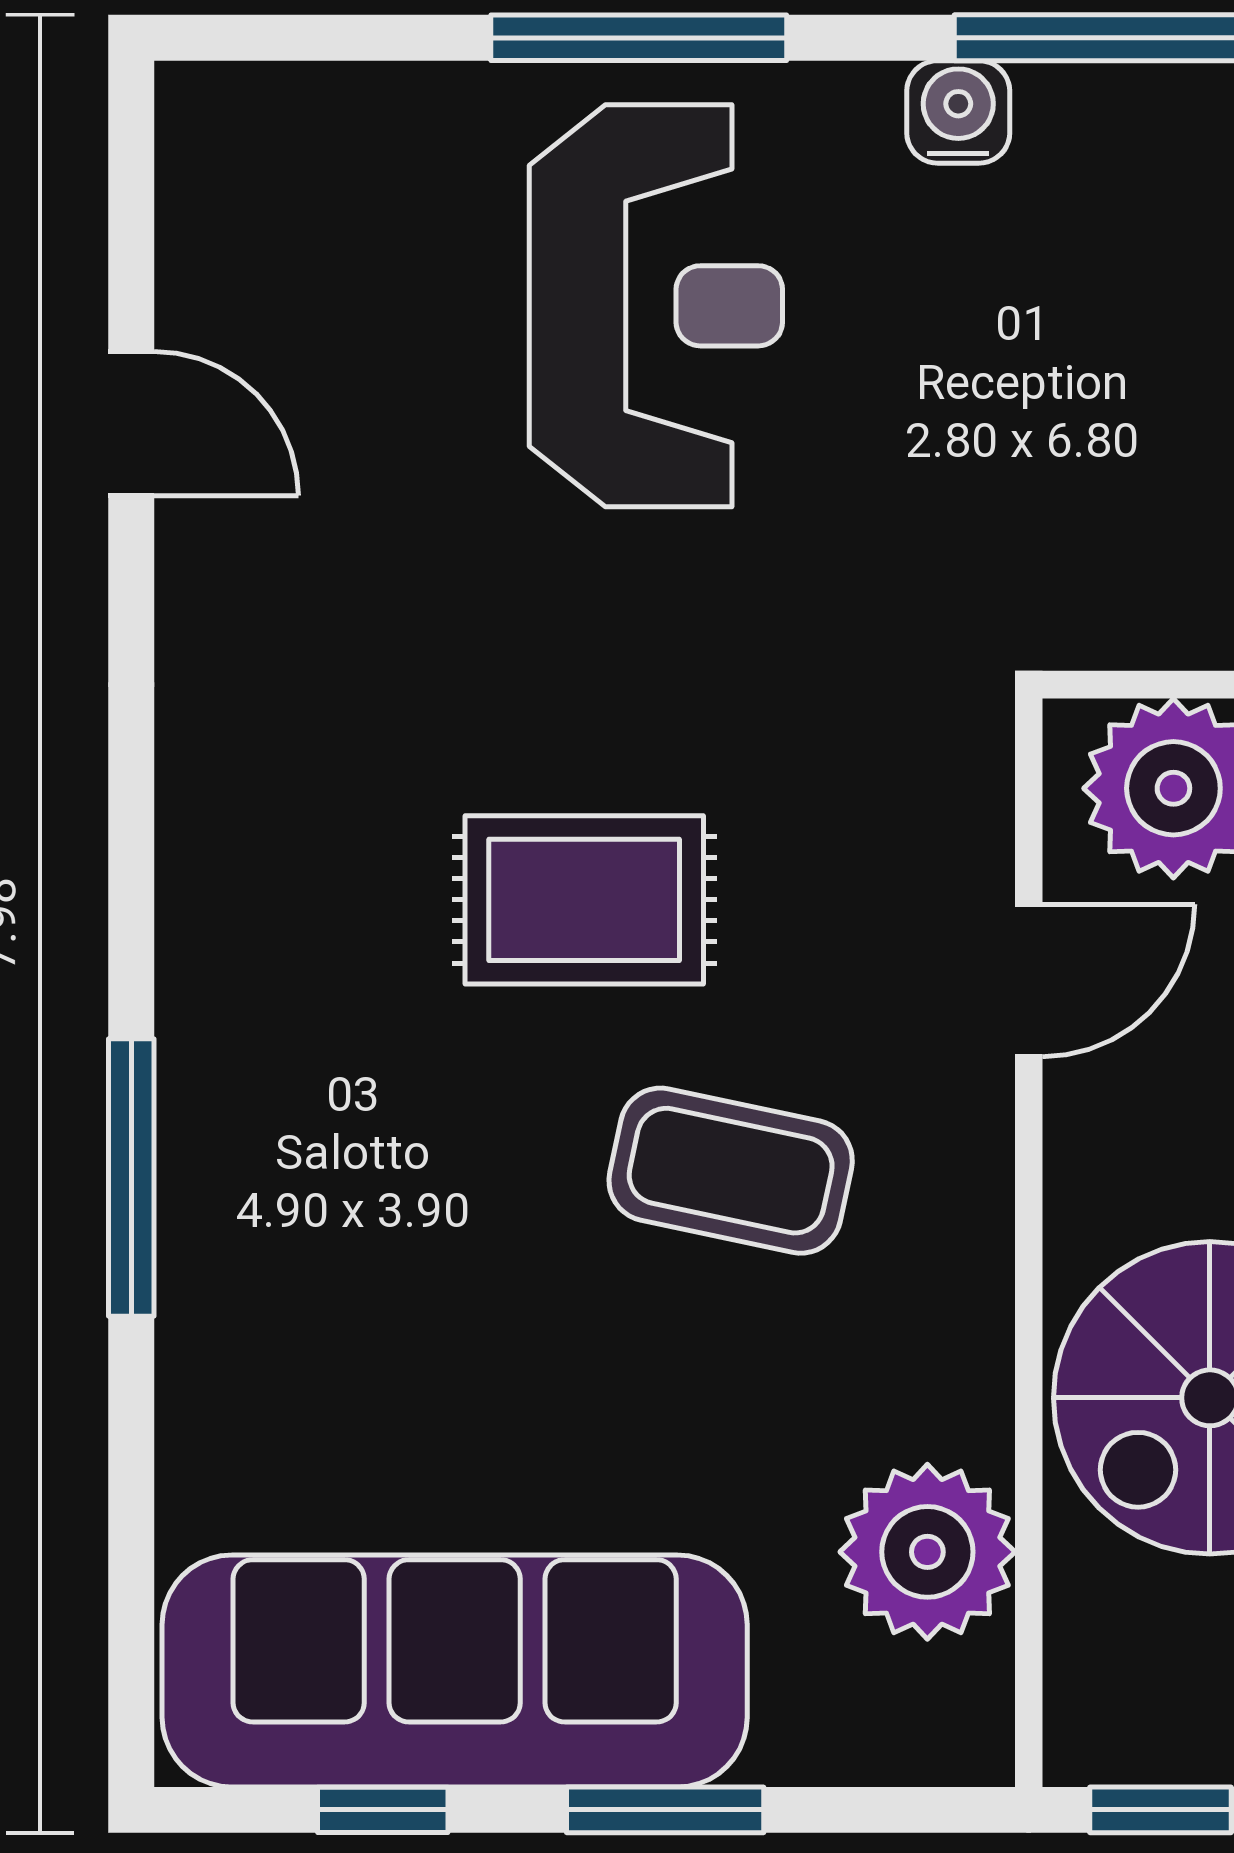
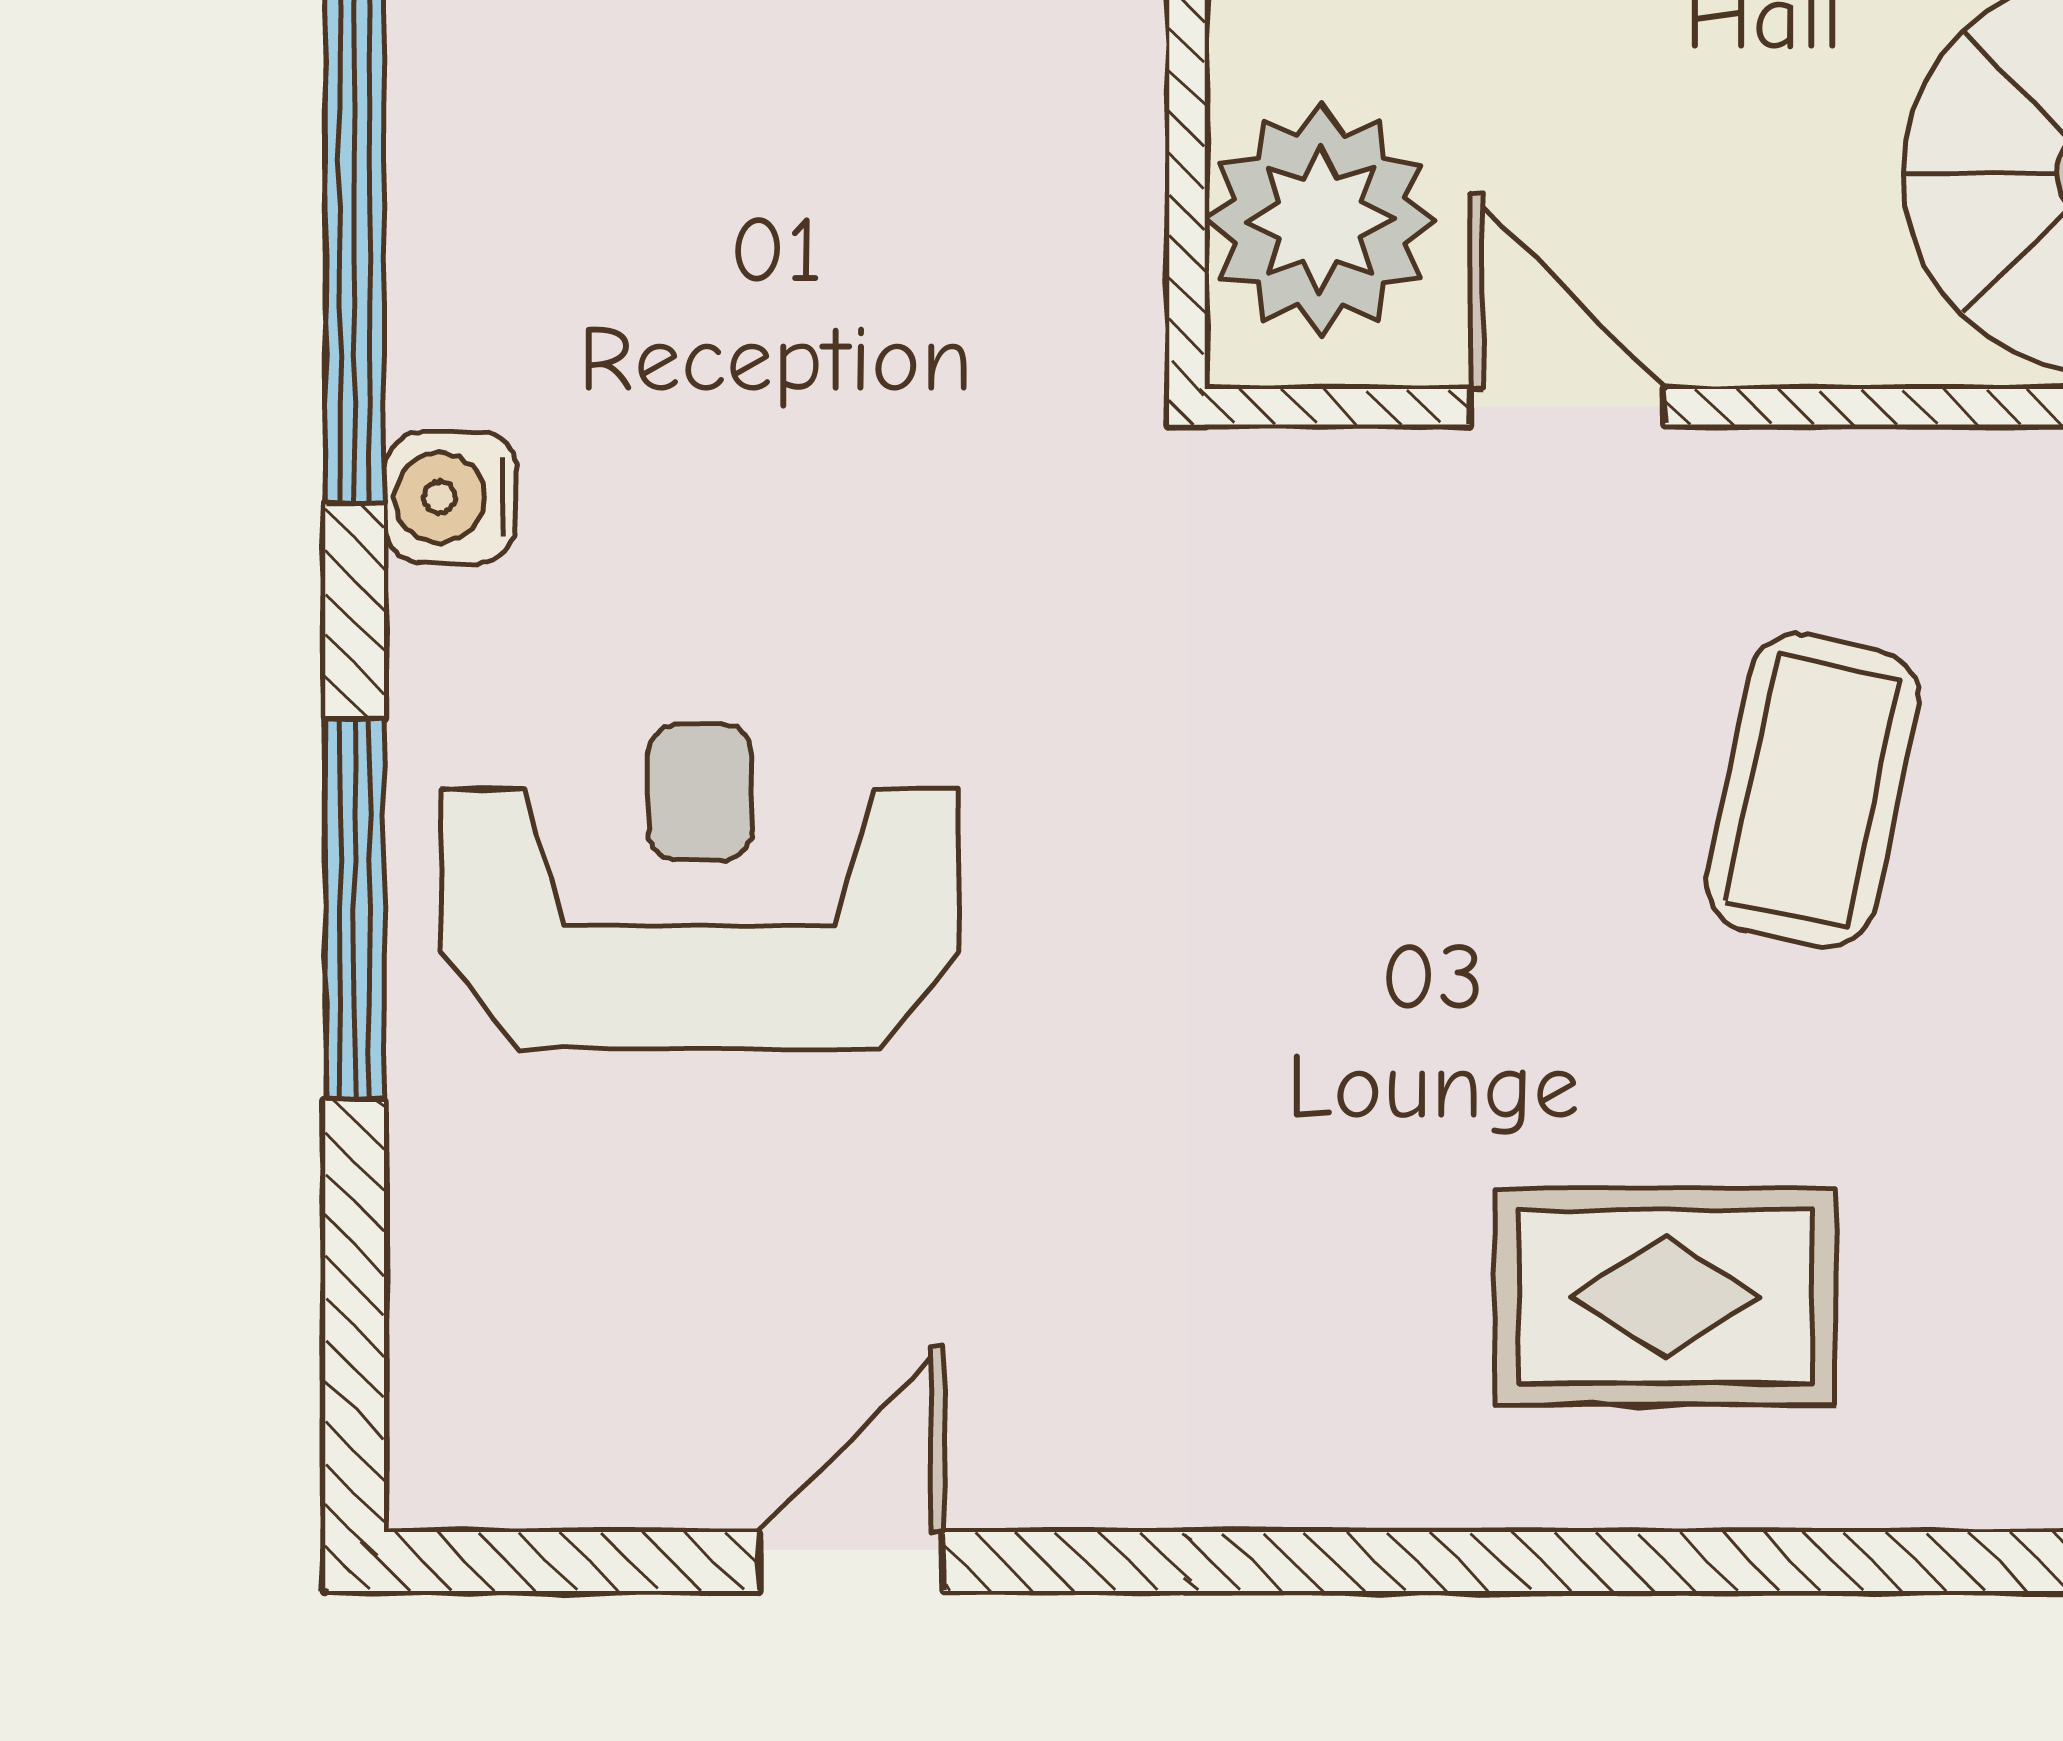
rug: (584, 900) -> (1665, 1297), moved, turned 90
window: (131, 1177) -> (1821, 1561), removed

